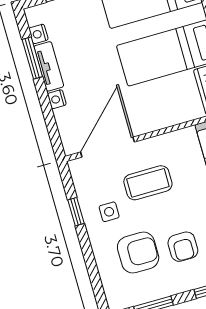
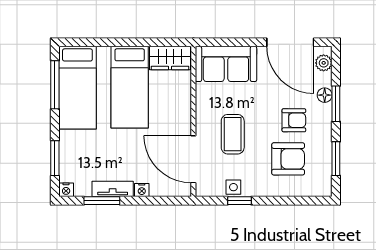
nightstand: (38, 34) -> (66, 190), moved
side table: (109, 212) -> (233, 187), moved
armchair: (138, 253) -> (288, 159), turned 90

